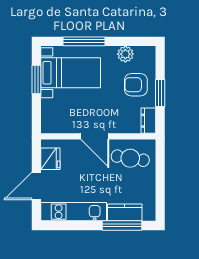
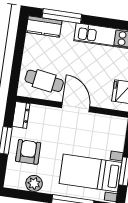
armchair: (136, 85) -> (28, 152), turned -90
kitchen counter: (125, 212) -> (44, 26), moved

